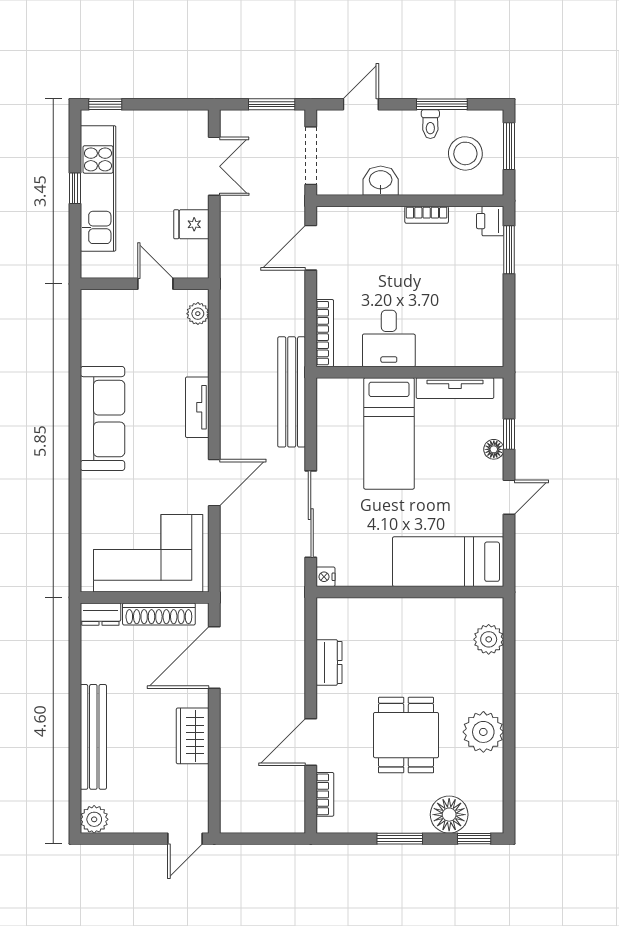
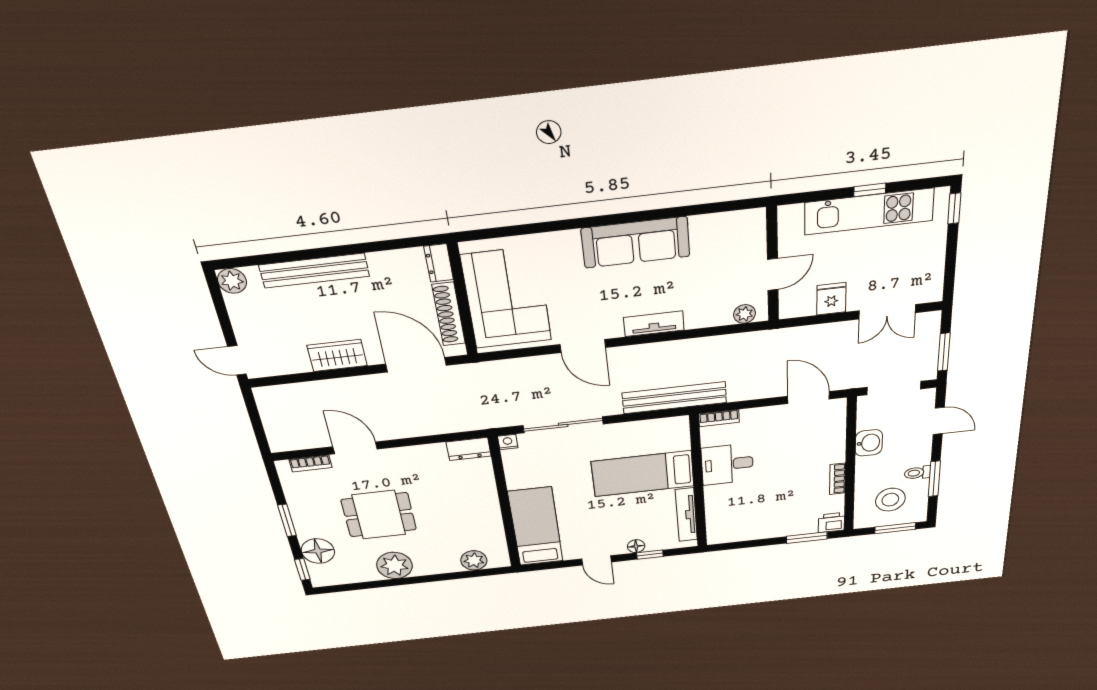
bookcase: (325, 333) -> (719, 418), width x0.64
dresser: (329, 662) -> (469, 449), moved

